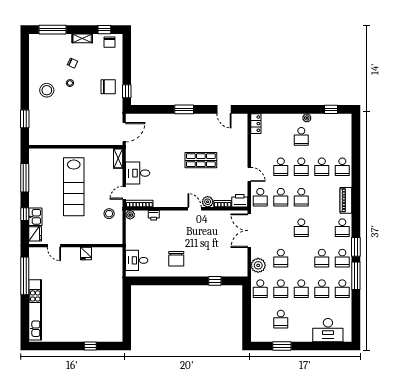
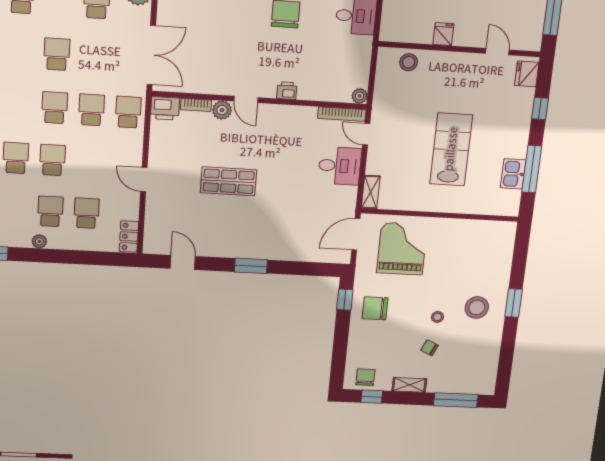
window: (25, 119) -> (514, 303), moved
grand piano: (96, 125) -> (402, 249), added
school desk: (281, 167) -> (86, 213), moved
door: (249, 174) -> (144, 180), moved
lab bench: (74, 187) -> (451, 149), width x0.73
door: (124, 193) -> (366, 134), swing flipped
stool: (109, 214) -> (409, 62), moved
printer: (154, 215) -> (287, 91), moved
kitchen sink: (35, 217) -> (513, 174), moved

